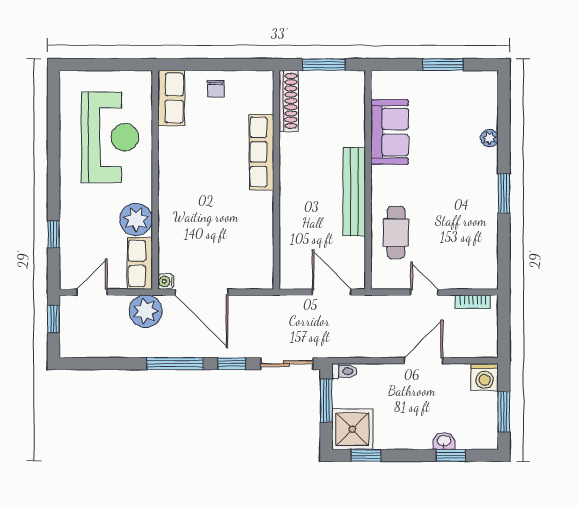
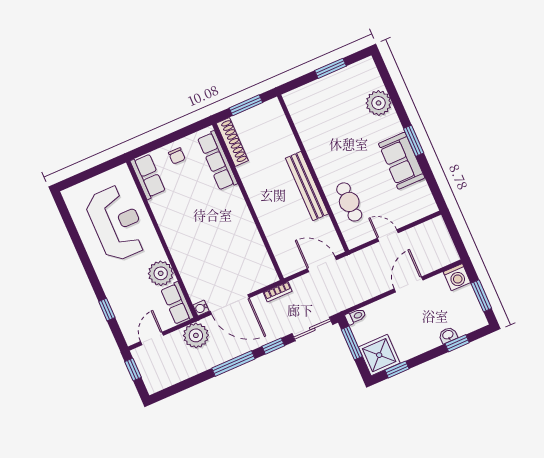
sofa: (390, 132) -> (402, 161), moved, turned 180
plant: (489, 138) -> (379, 103), width x1.88, depth x1.88
row of seats: (261, 152) -> (217, 161), moved
bookcase: (473, 302) -> (278, 292), moved

